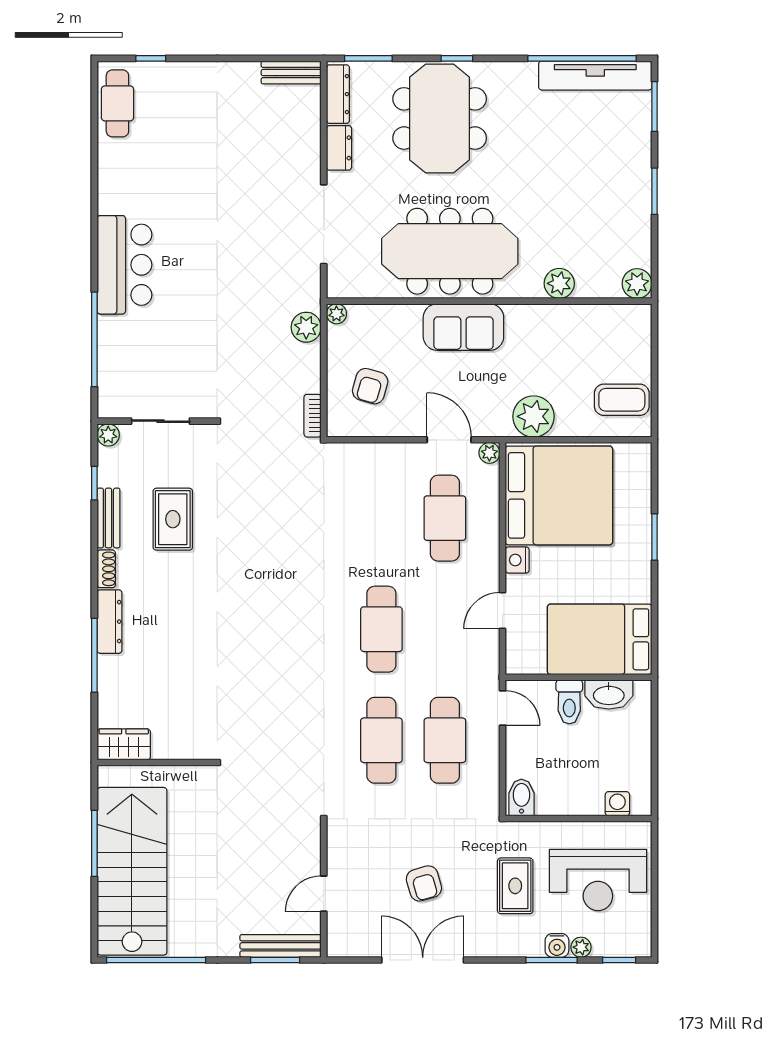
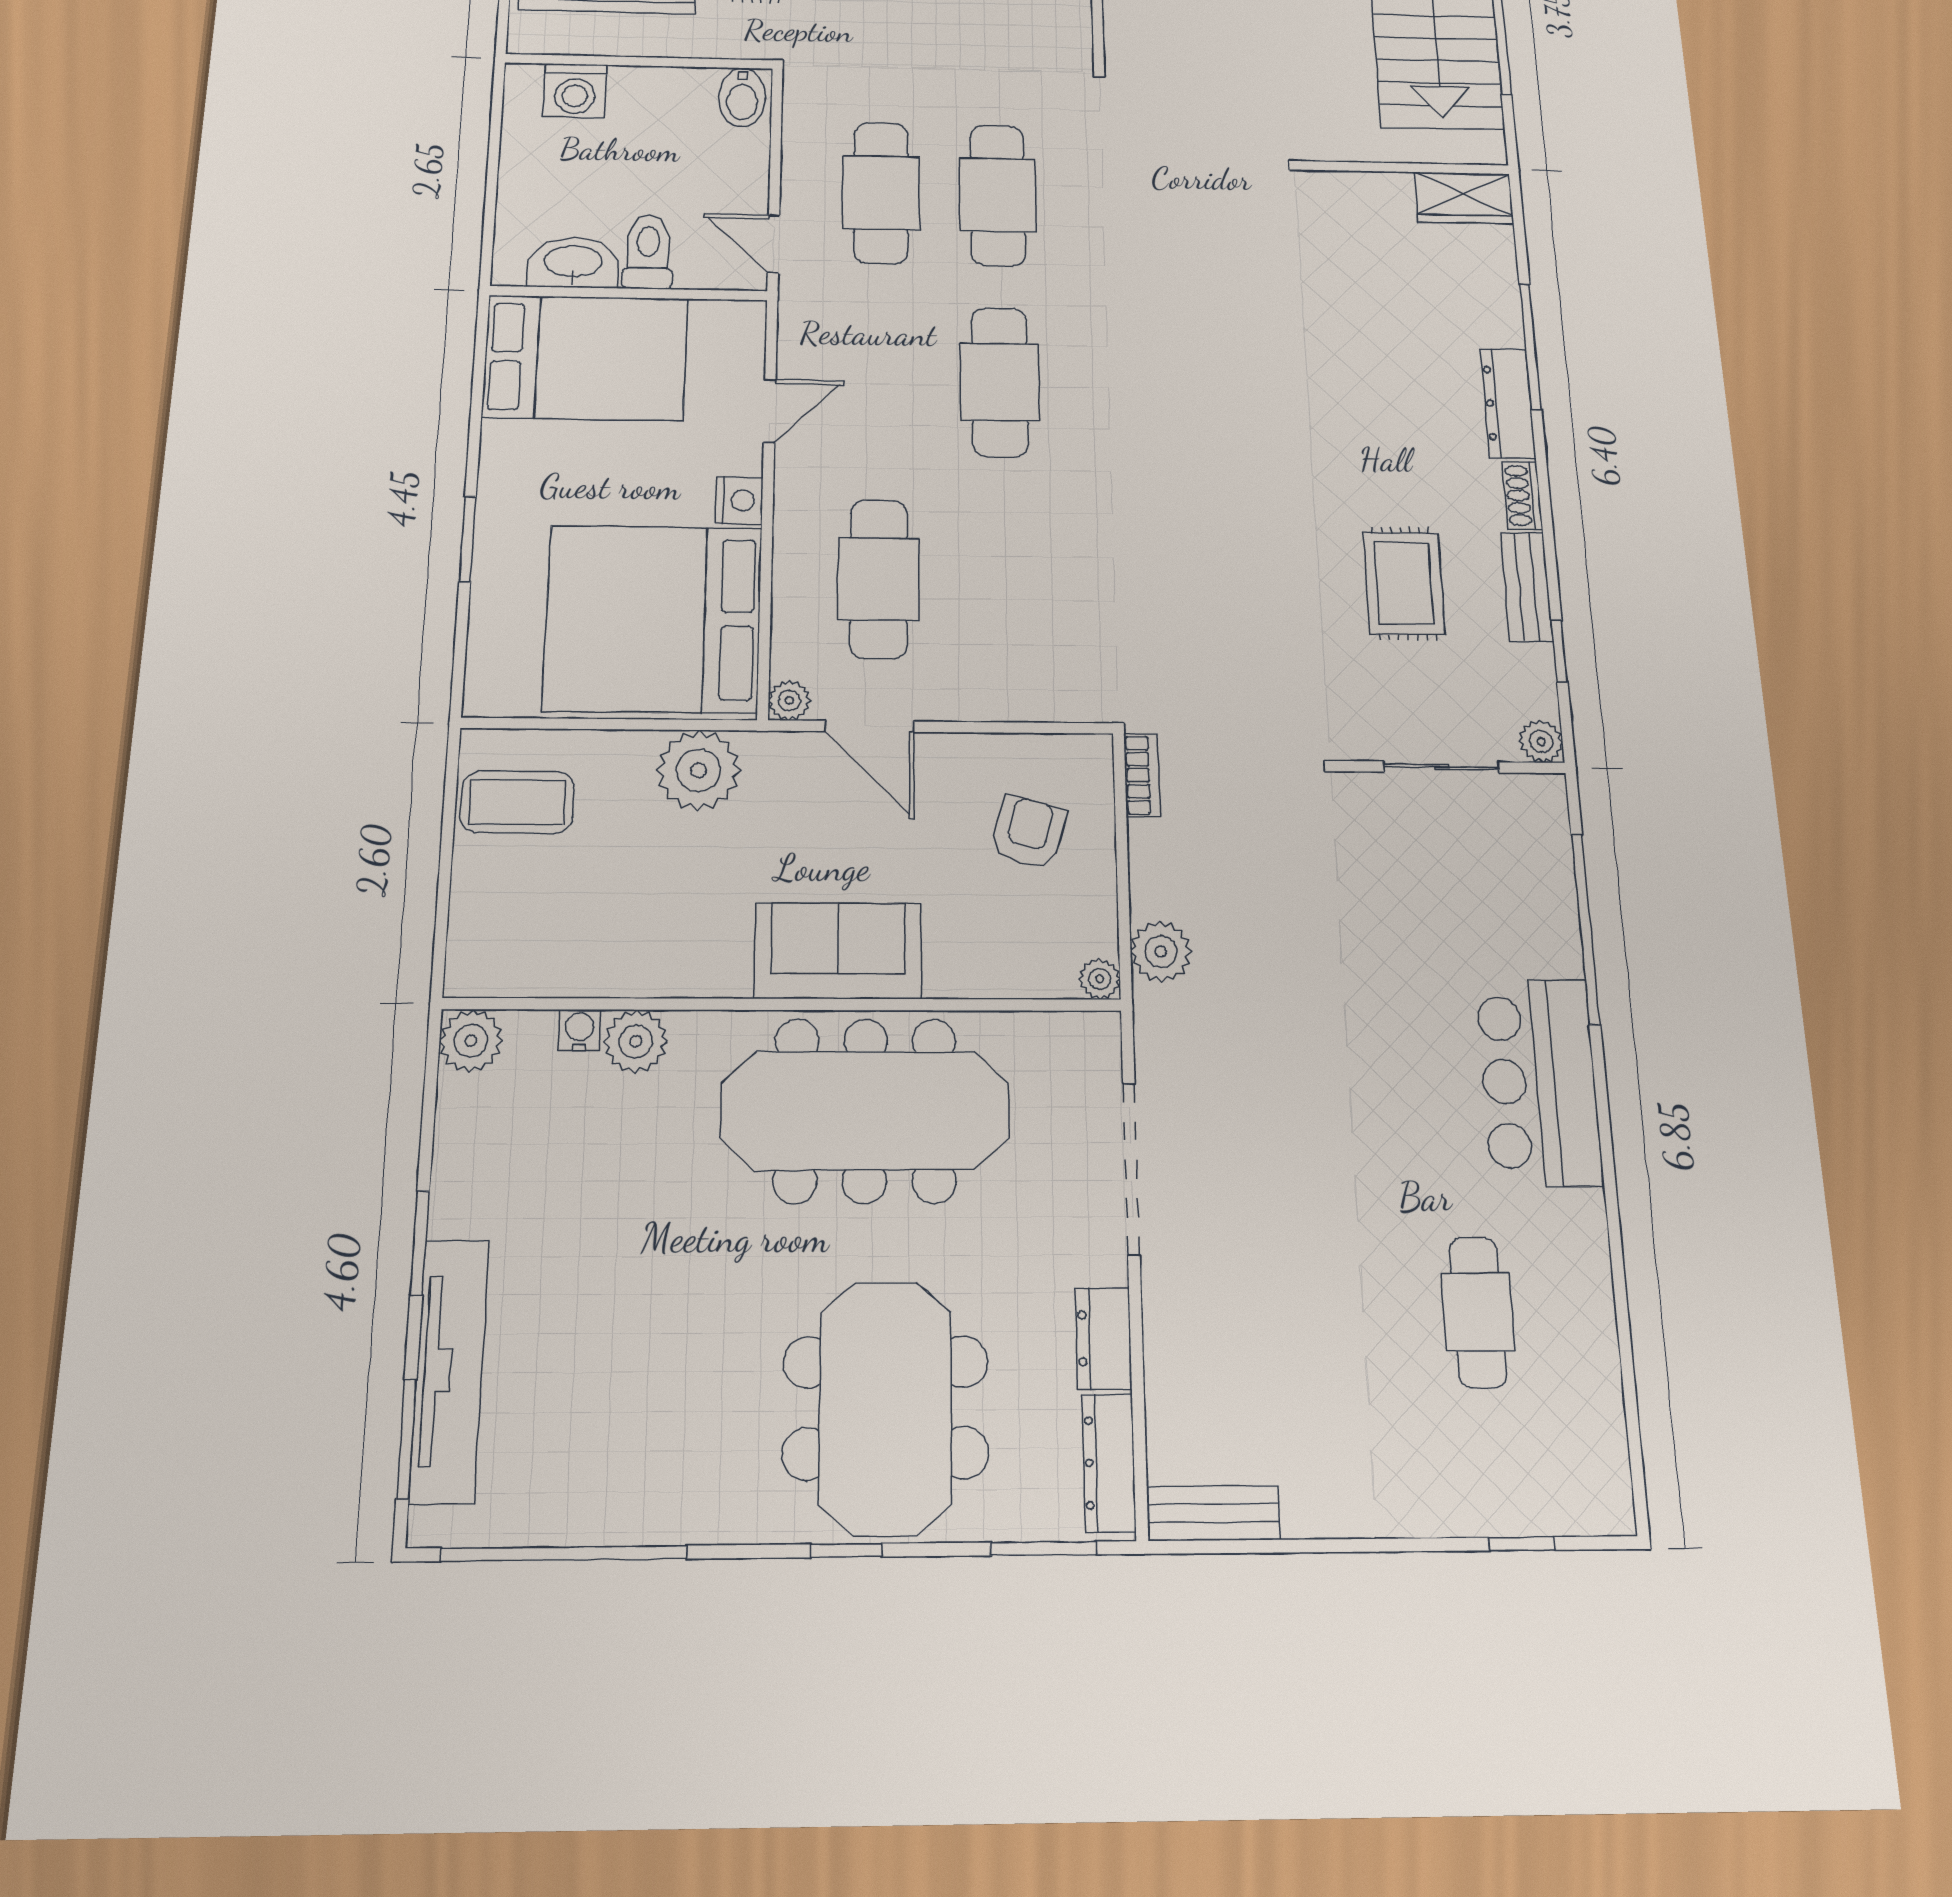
tv unit: (595, 76) -> (449, 1370), moved, turned 90
cafe table: (117, 103) -> (1478, 1312), moved
water cooler: (586, 289) -> (580, 1030), added
washing machine: (617, 804) -> (575, 91), width x1.38, depth x1.38

